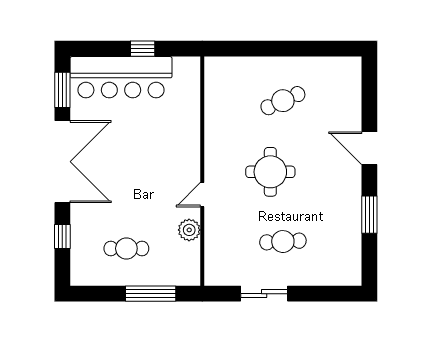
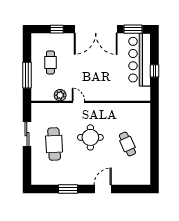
cafe table: (283, 242) -> (54, 144), width x1.37, depth x1.35

